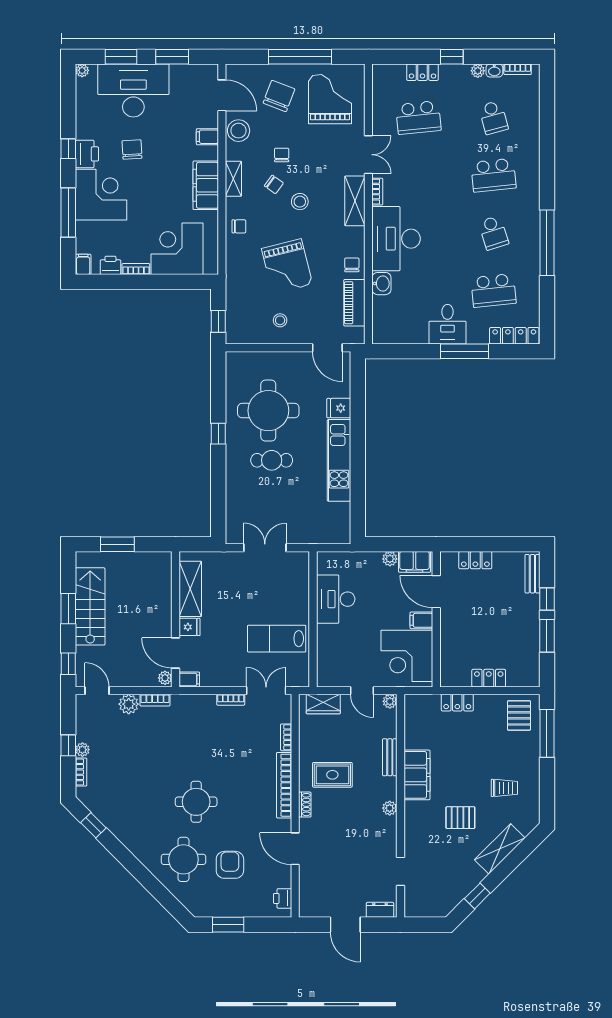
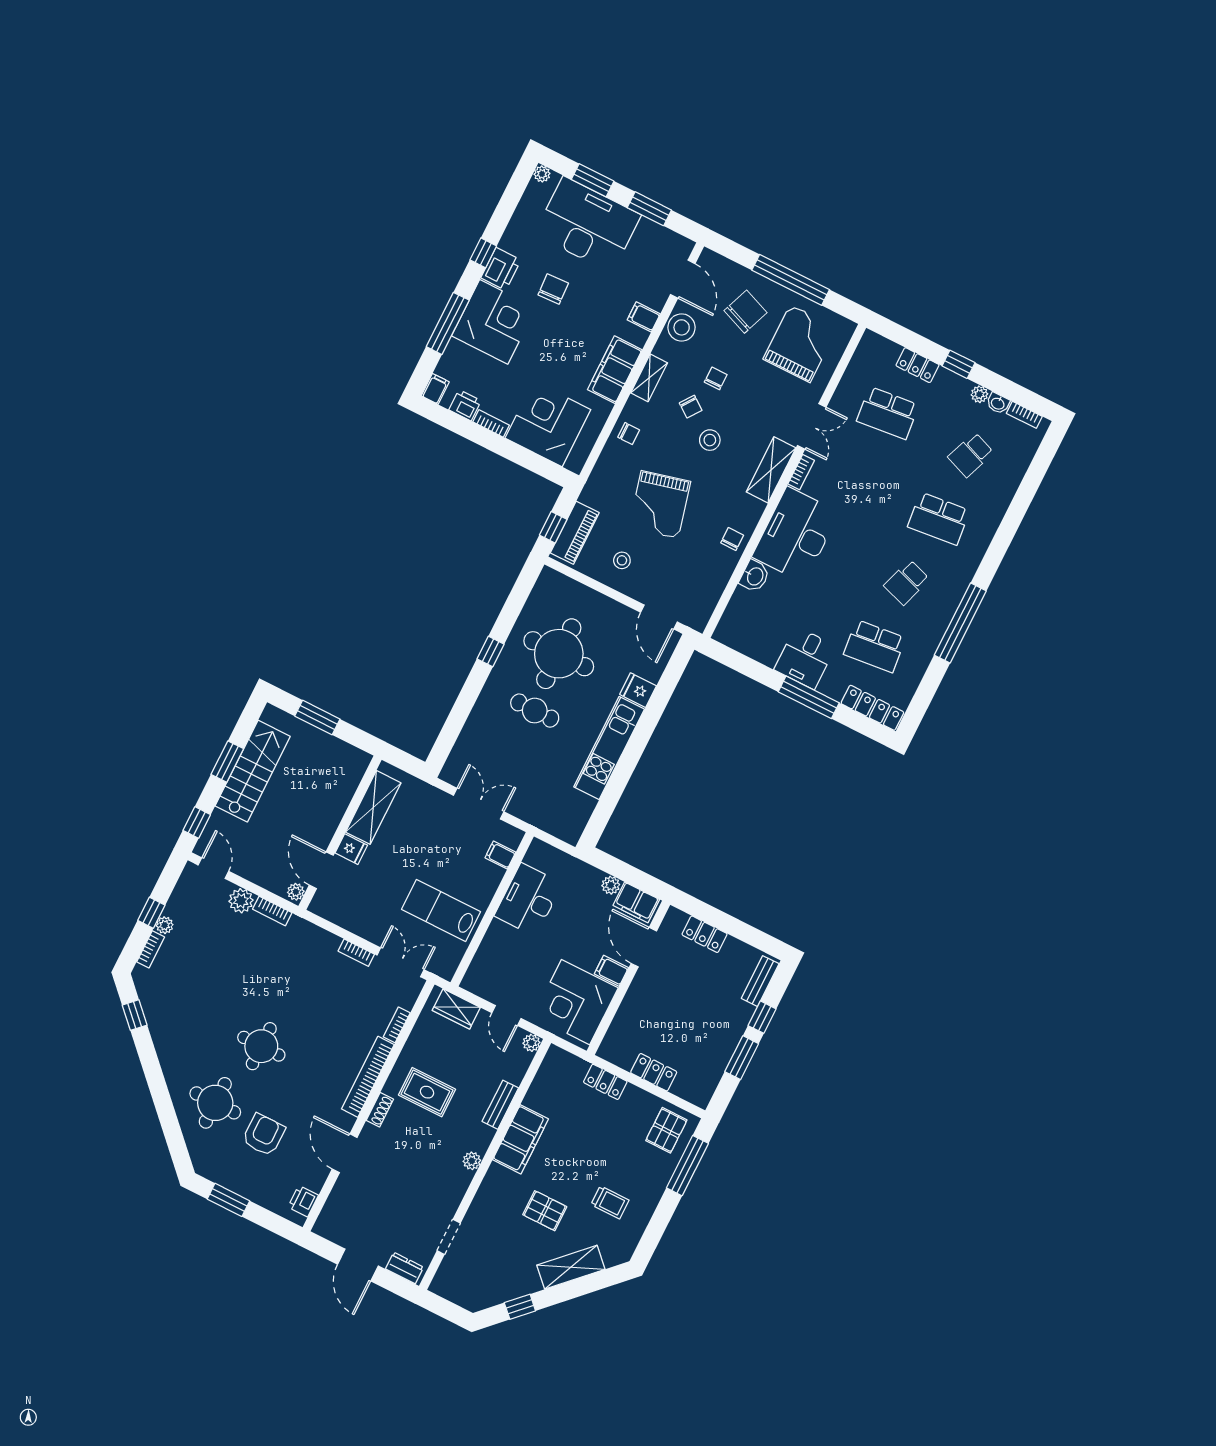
school desk: (493, 118) -> (971, 455), turned 36
school desk: (493, 233) -> (907, 582), turned 36
piano: (354, 303) -> (575, 533), moved, turned 180
filing cabinet: (189, 679) -> (500, 855), moved, turned 180

